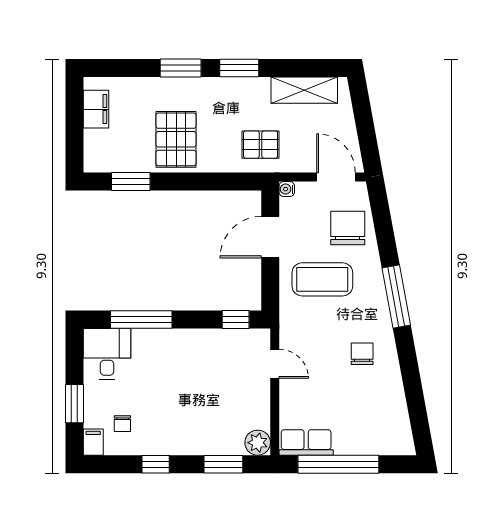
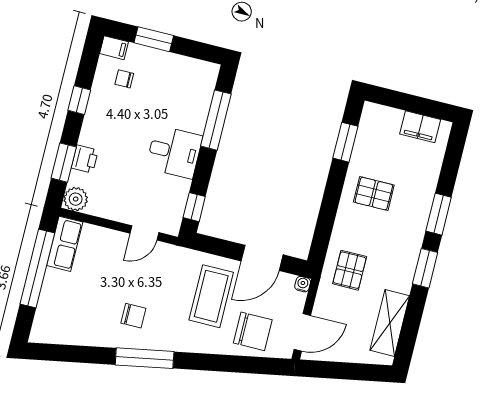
pallet: (176, 139) -> (374, 194), width x0.67, depth x0.71
door: (270, 237) -> (262, 258), swing flipped
window: (396, 296) -> (145, 358), moved
desk: (107, 354) -> (174, 152), moved
printer: (214, 444) -> (85, 159), added

